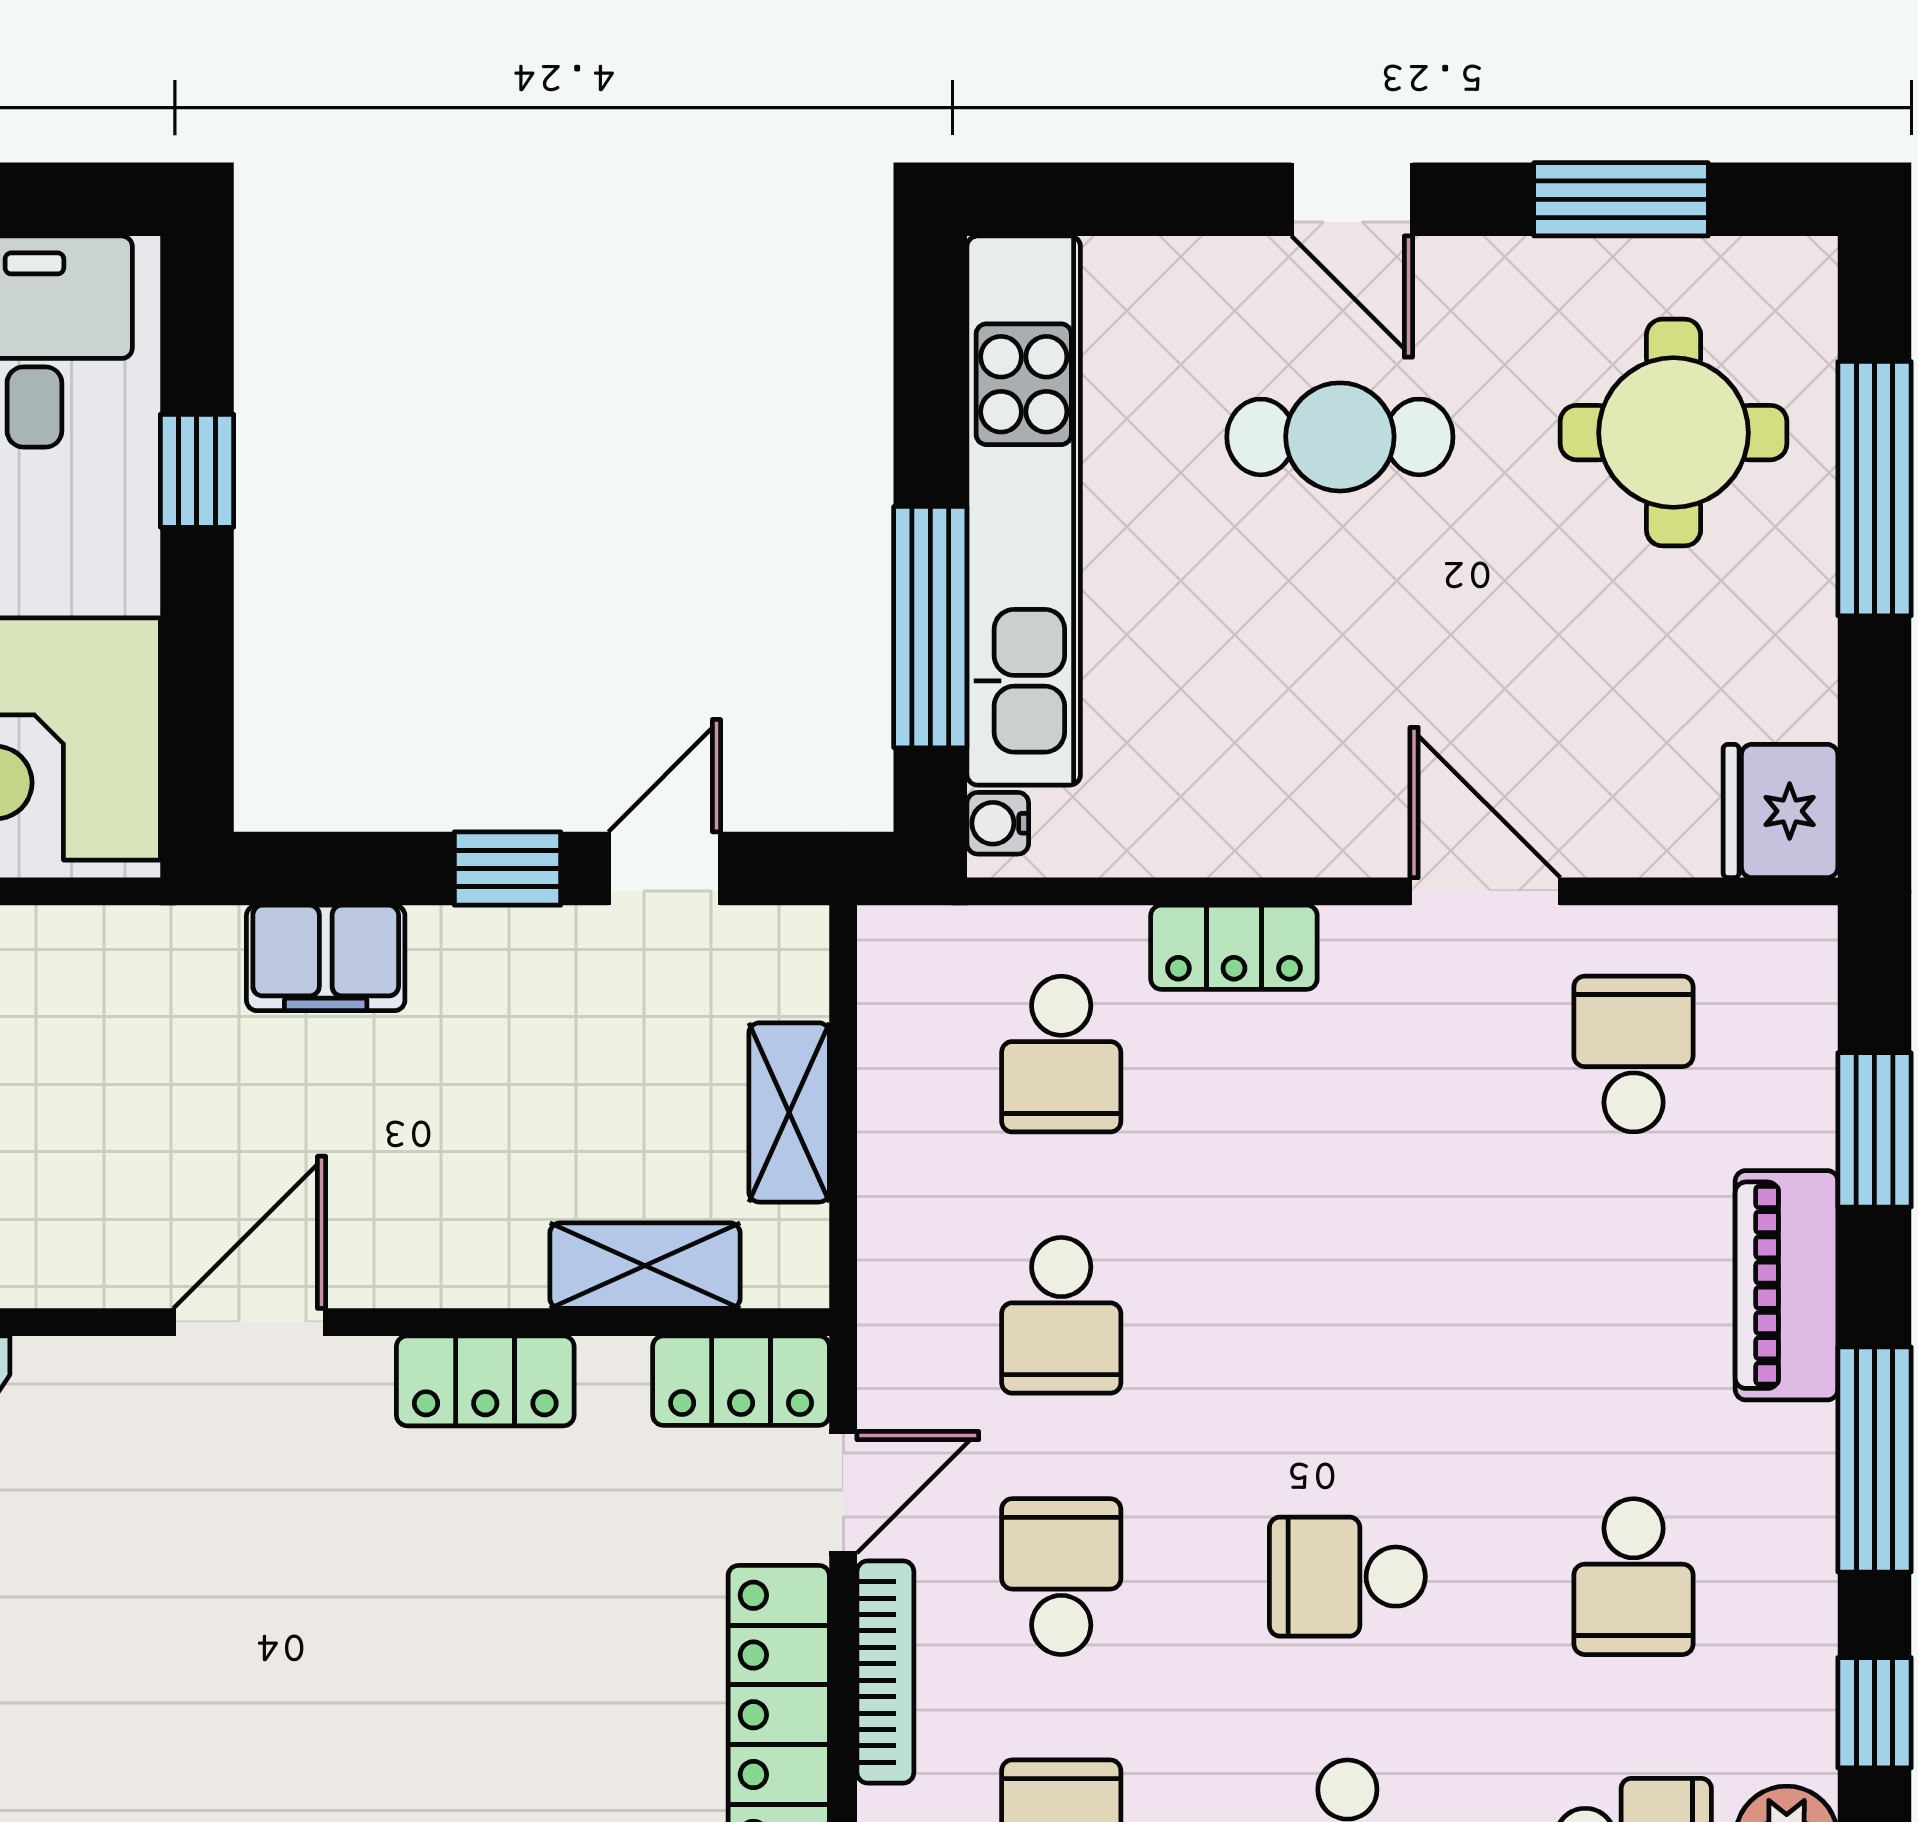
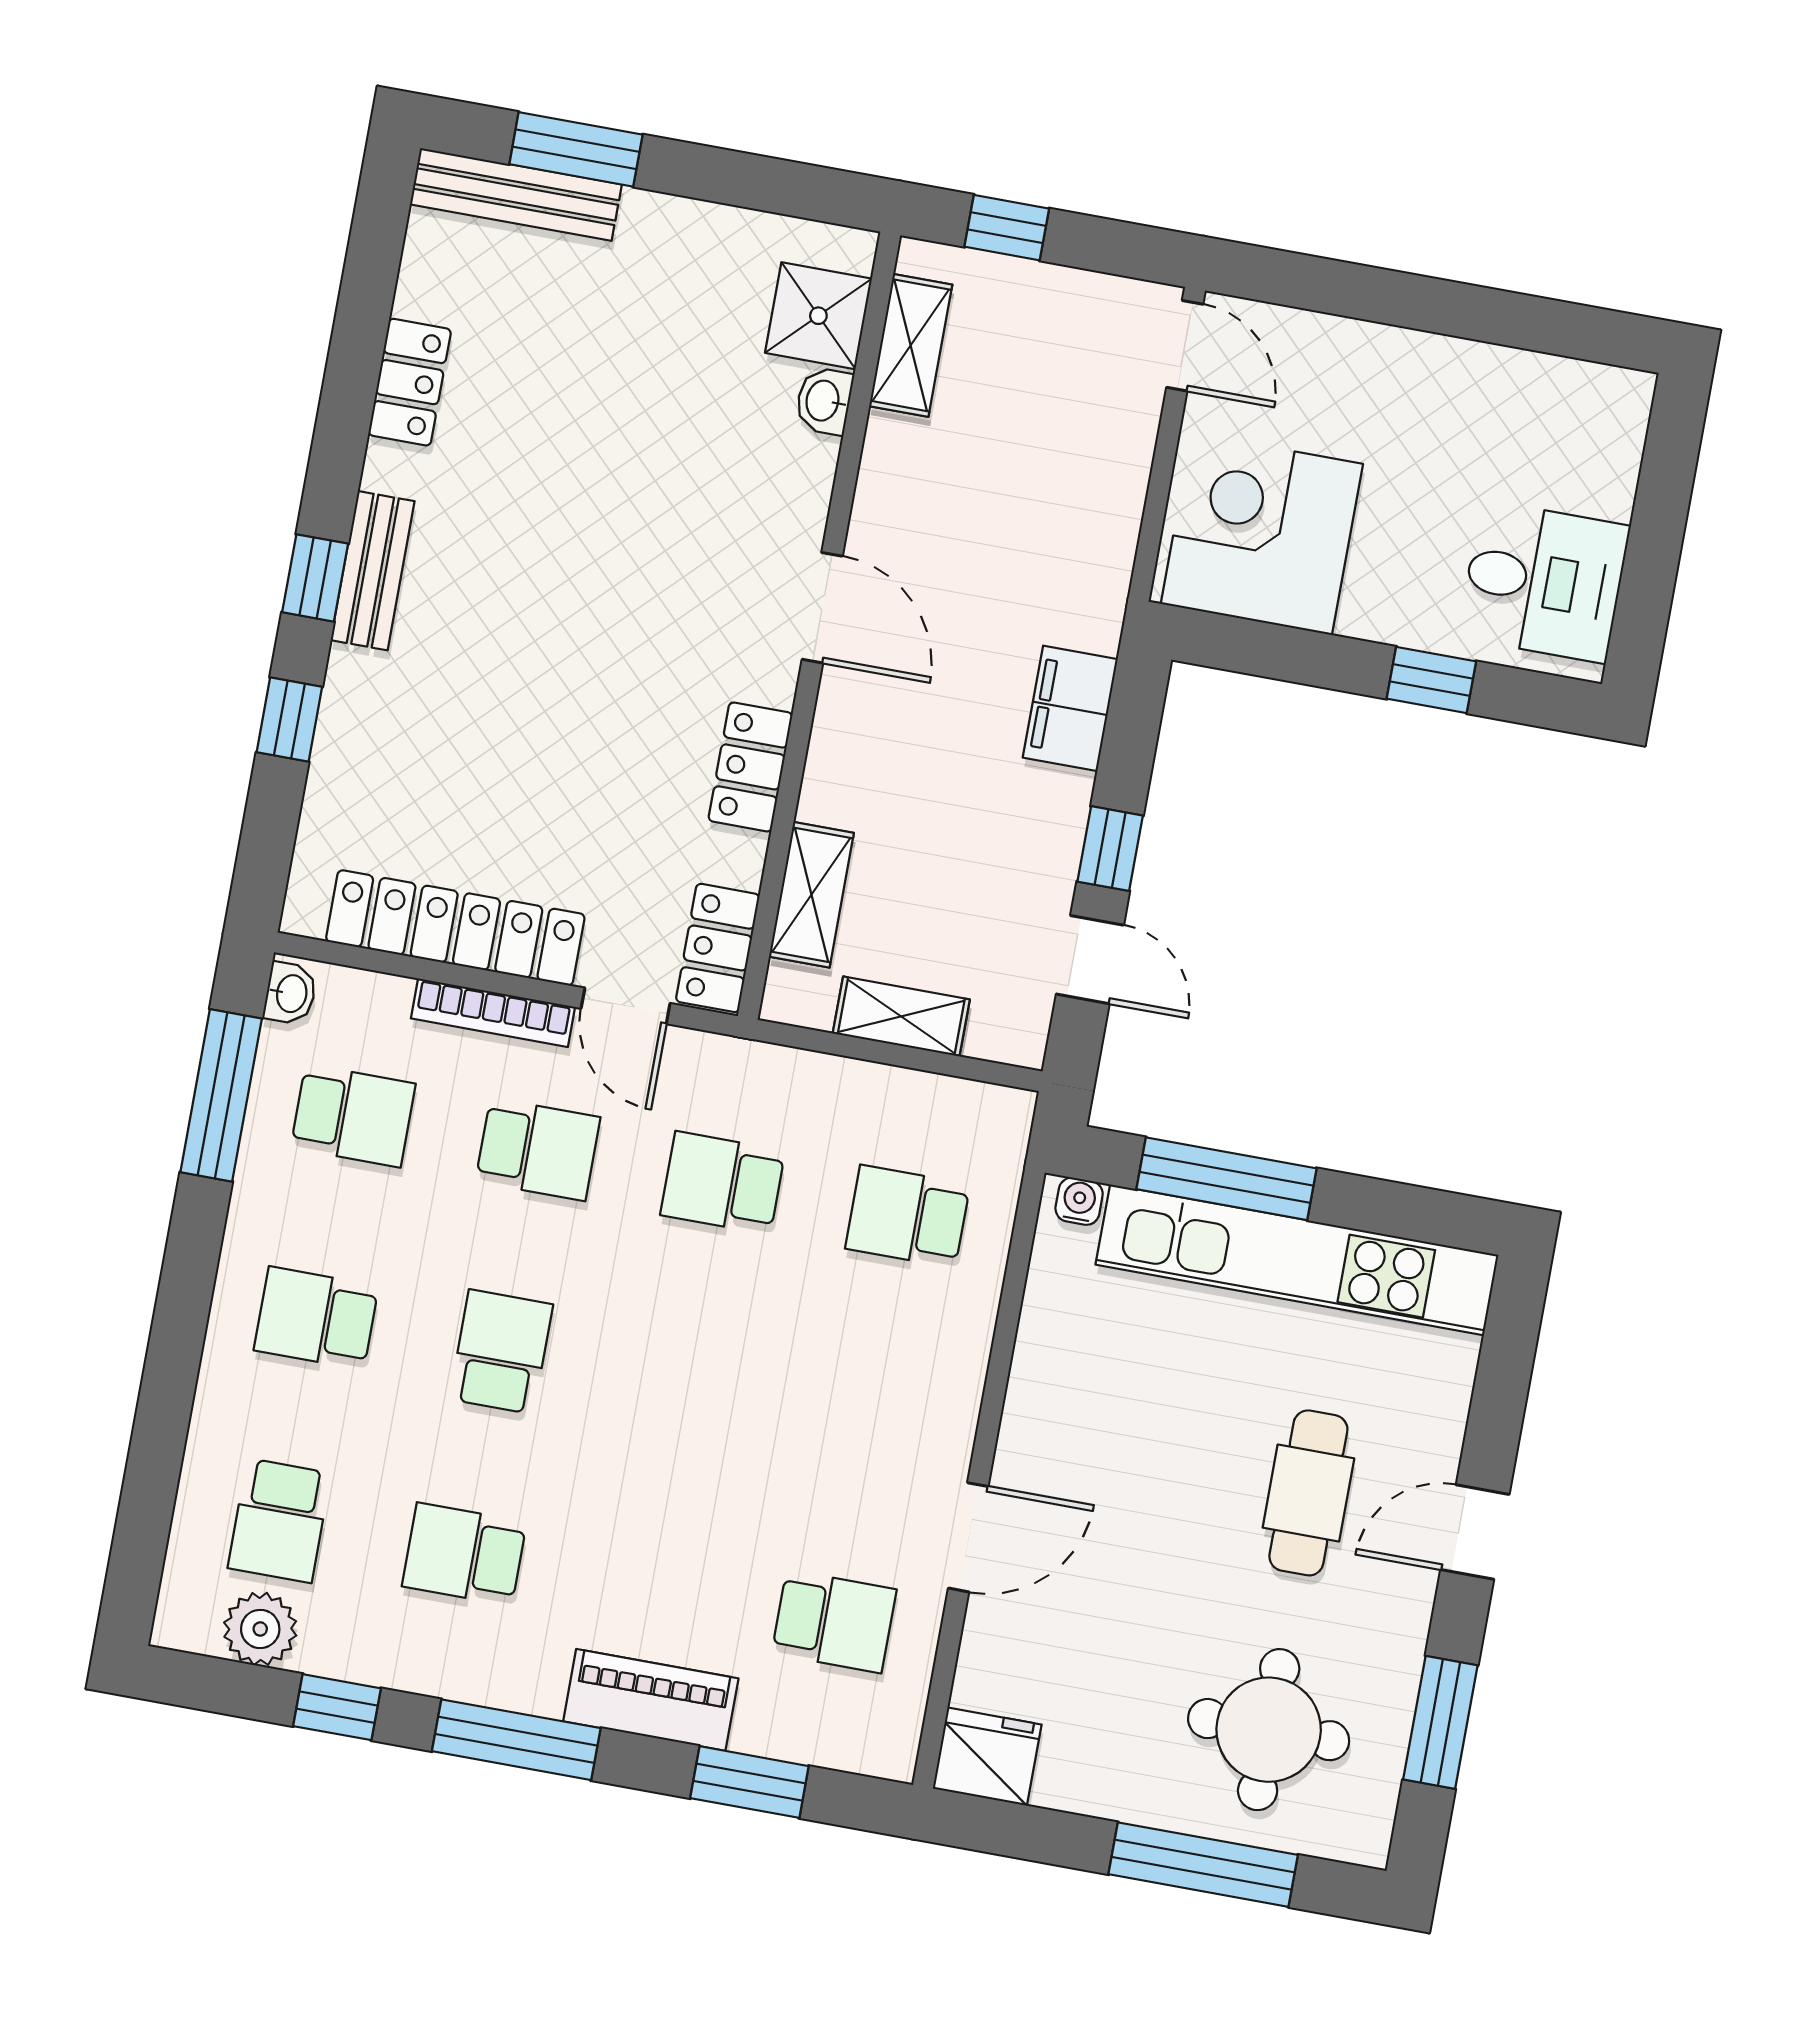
locker: (1234, 947) -> (961, 1352), removed

